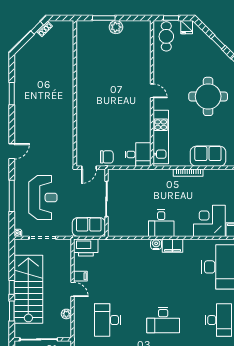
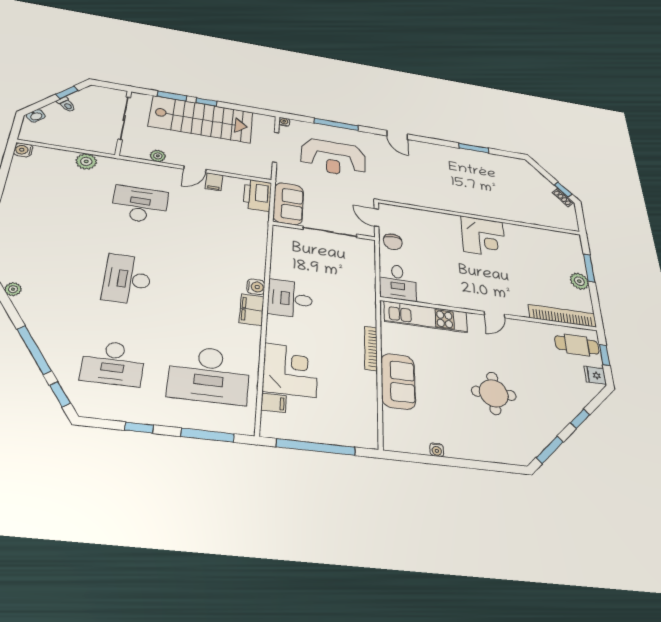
bookcase: (146, 43) -> (562, 316), added
corner desk: (91, 93) -> (483, 237), added
round table: (208, 96) -> (494, 393), width x0.73, depth x0.73

